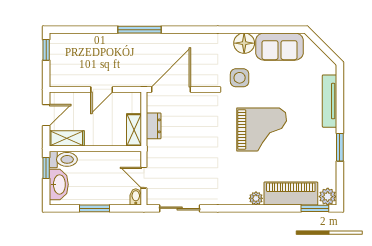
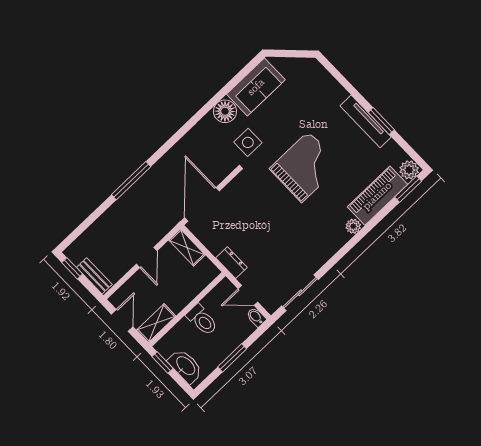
bench: (56, 69) -> (94, 276), added
tv unit: (330, 101) -> (366, 121), moved
dresser: (154, 126) -> (231, 263), moved
shelving: (134, 130) -> (187, 248), moved
toilet: (63, 159) -> (202, 320), moved, turned 90

